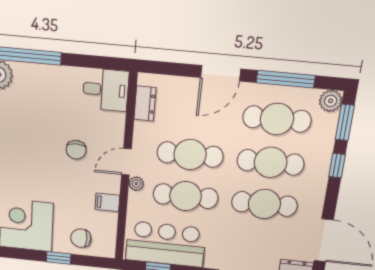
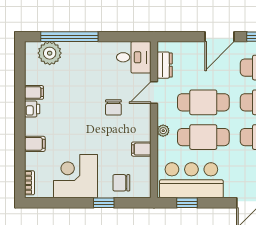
door: (126, 162) -> (154, 92), moved

